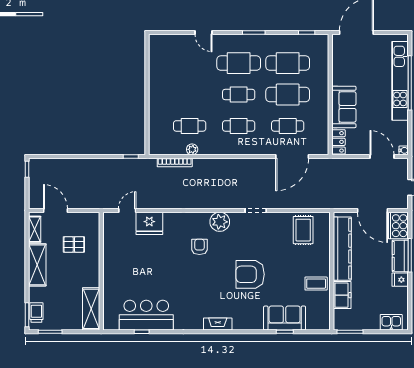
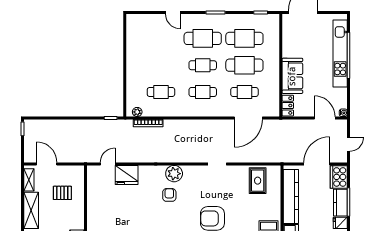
plant: (192, 149) -> (137, 112), moved
door: (373, 210) -> (317, 164), swing flipped
plant: (220, 222) -> (174, 174), moved

